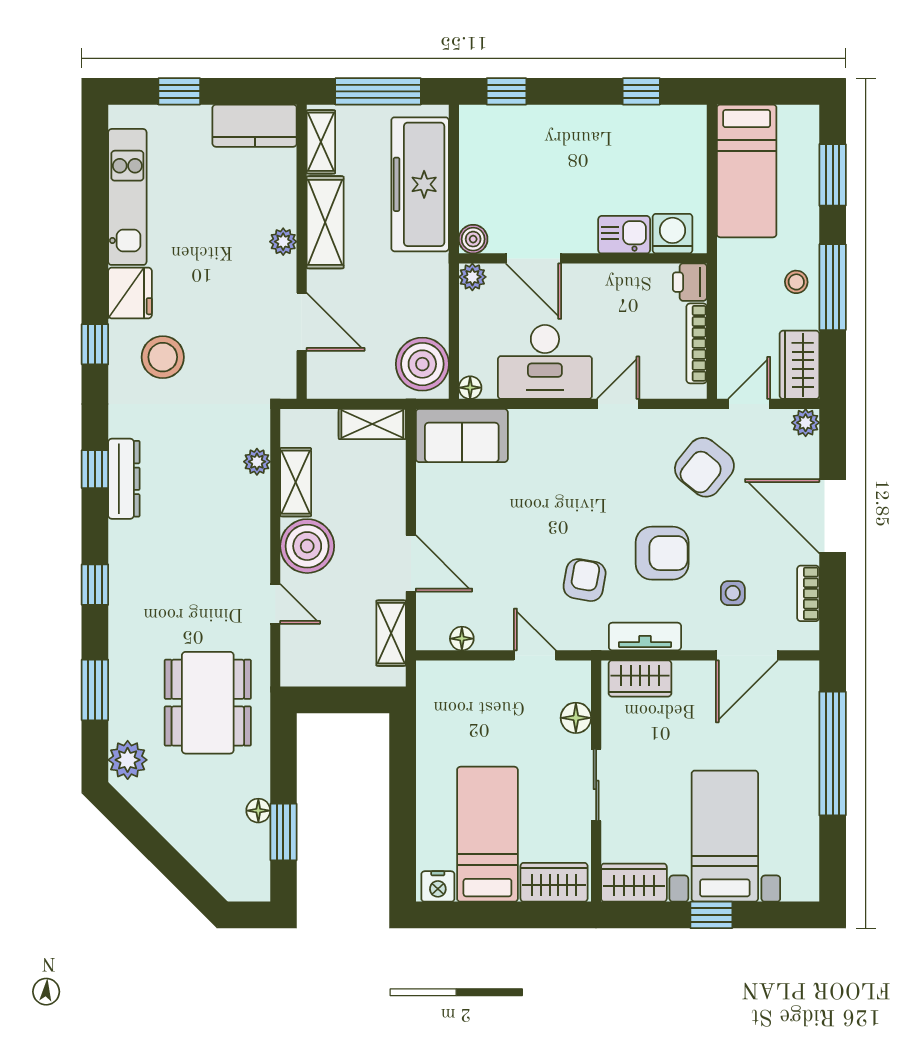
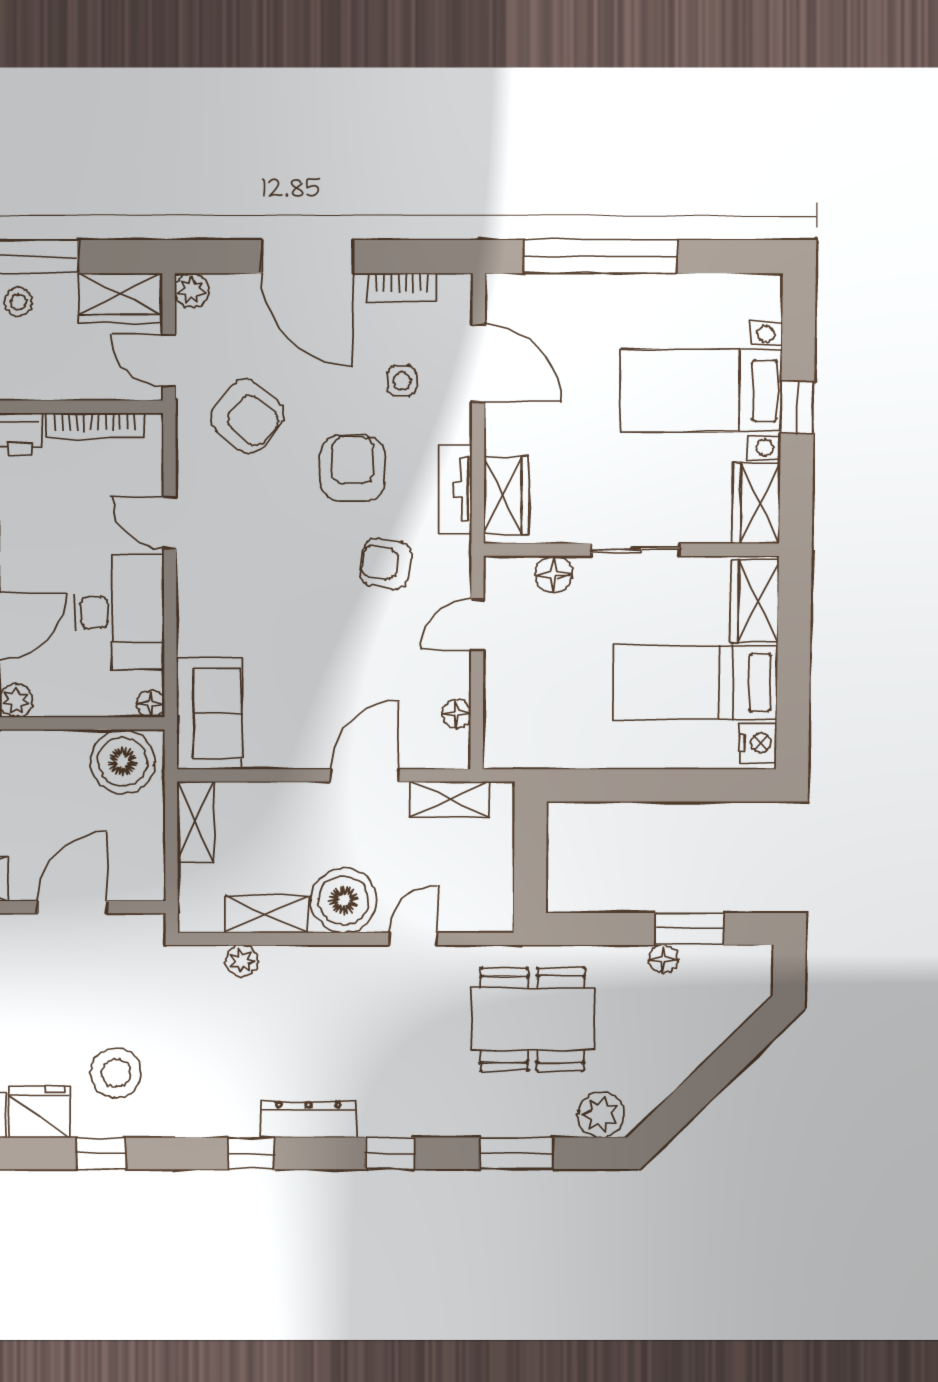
dresser: (124, 479) -> (308, 1119), moved
door: (833, 516) -> (307, 257), hinge flipped

